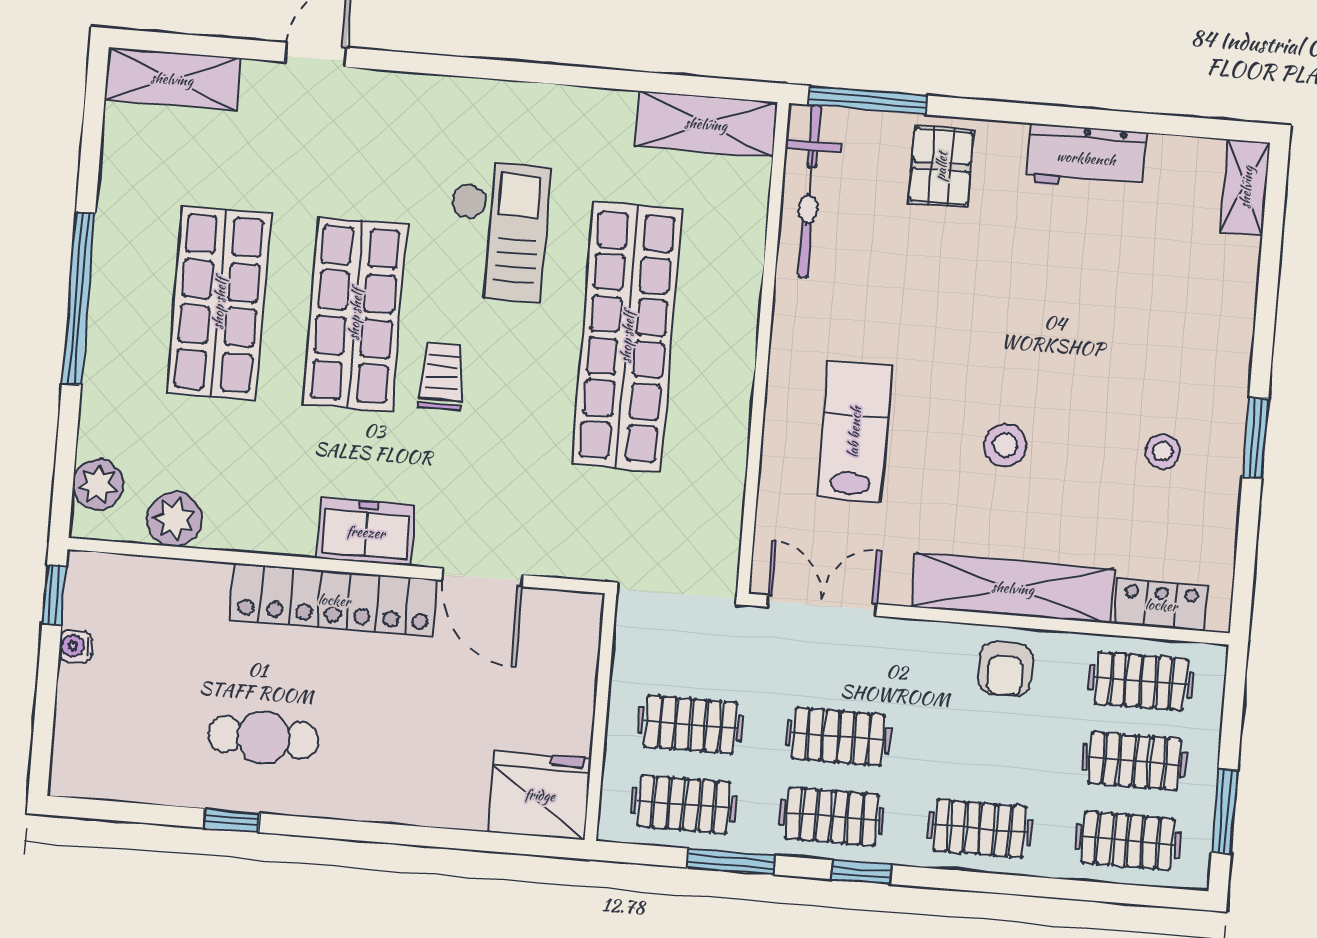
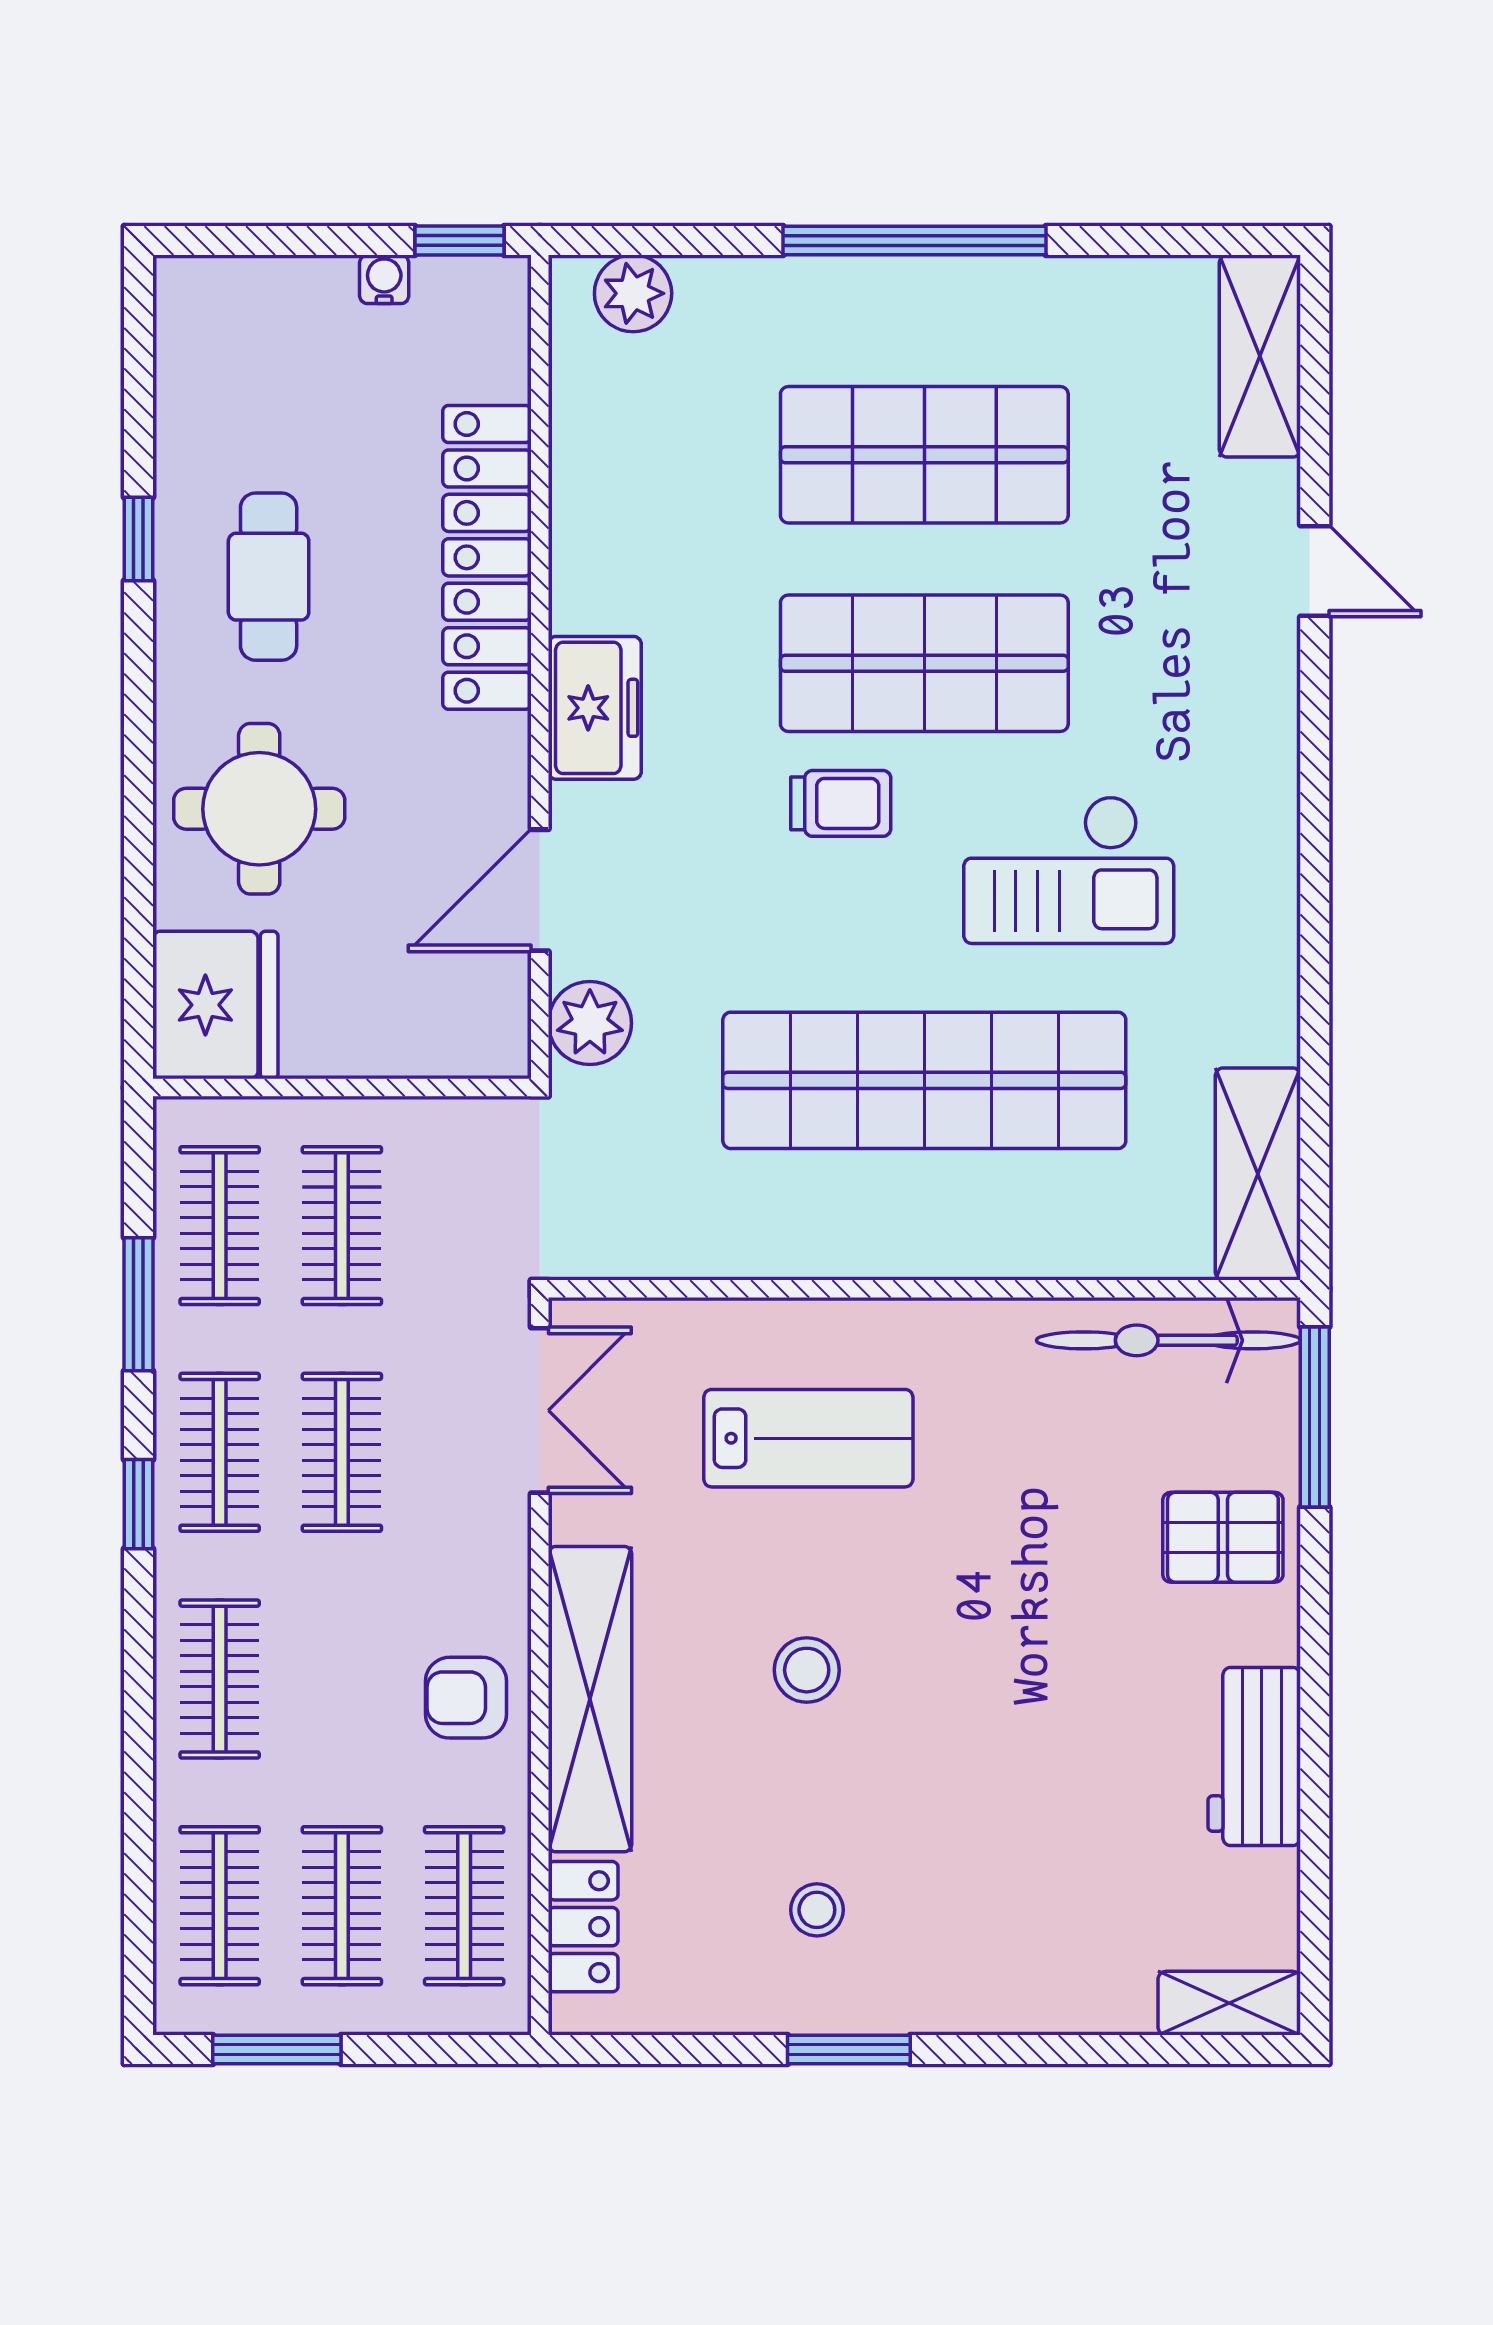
plant: (174, 519) -> (590, 1023), moved
locker: (334, 600) -> (487, 557), moved
round table: (414, 756) -> (259, 809), added

